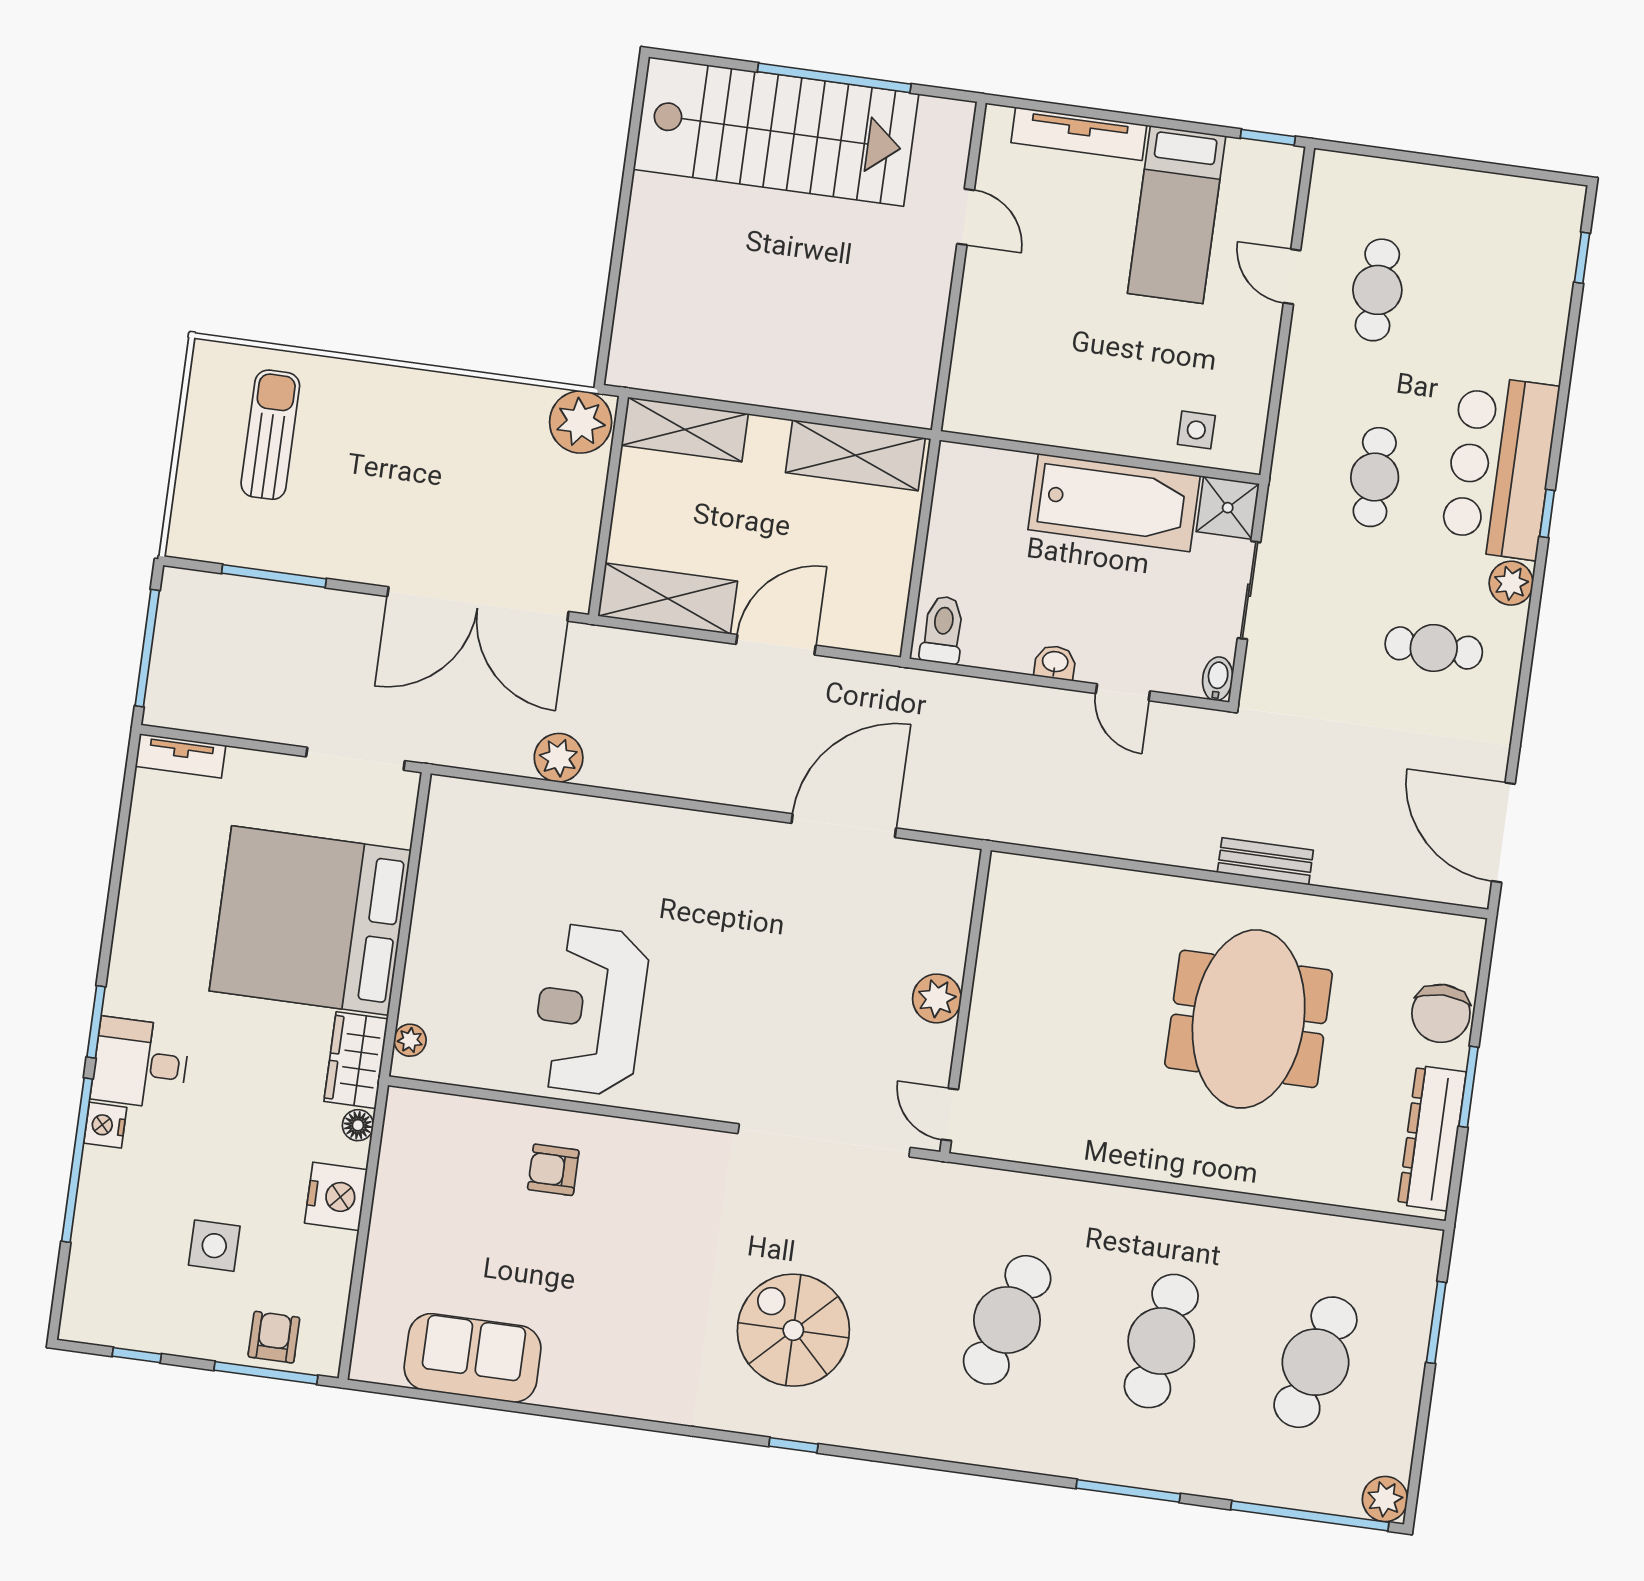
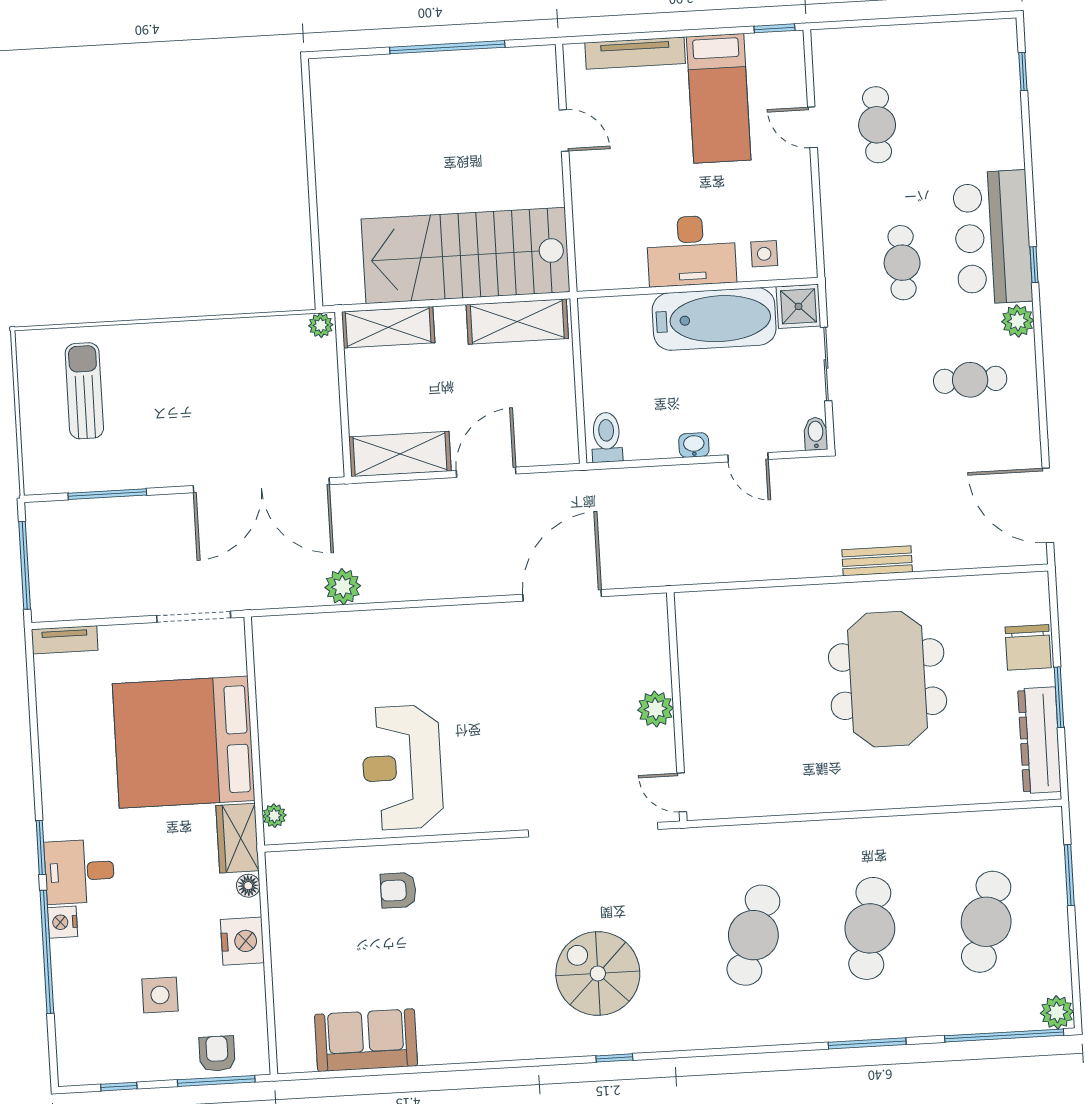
stairs: (776, 132) -> (466, 255), moved, turned 180
desk: (1102, 407) -> (691, 251), added
plant: (581, 422) -> (321, 325), width x0.53, depth x0.53

